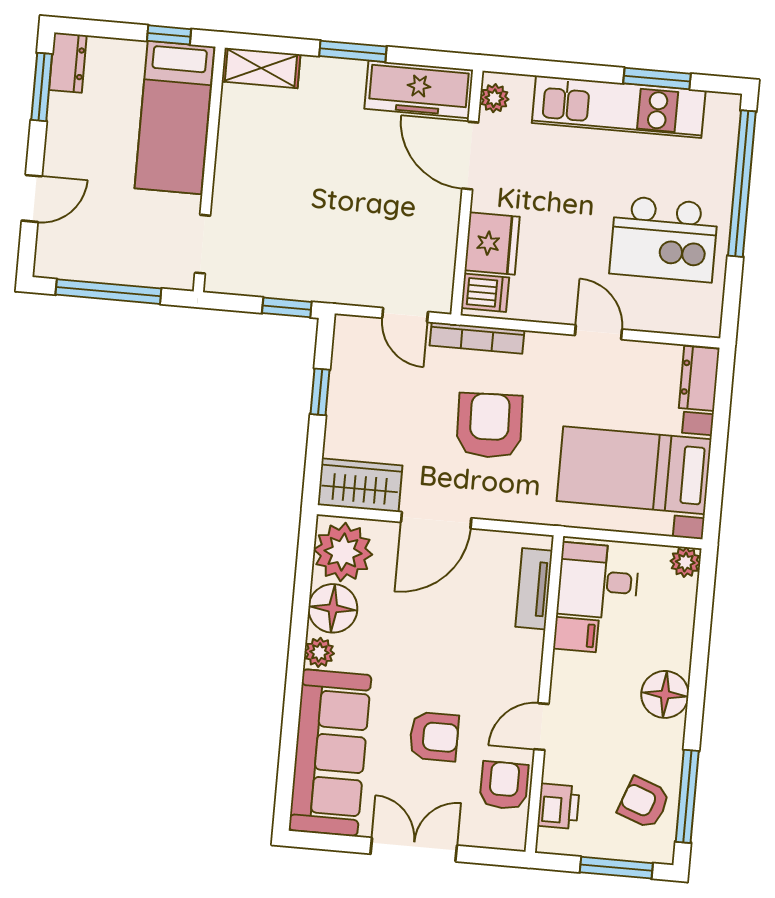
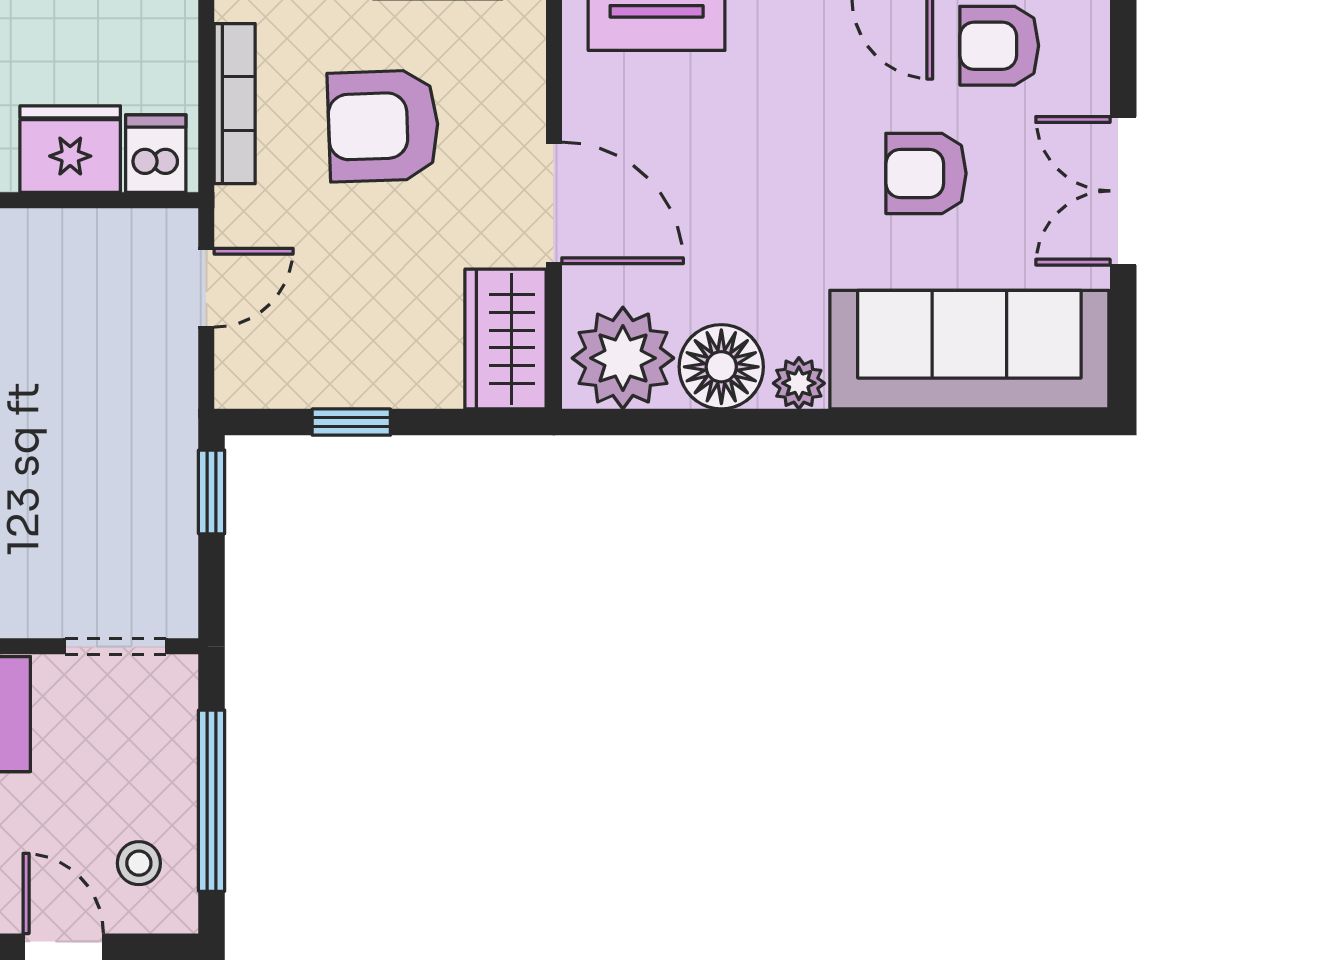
stool: (76, 246) -> (139, 863), added
bookcase: (477, 338) -> (235, 104), moved
armchair: (434, 737) -> (926, 173), turned -90

